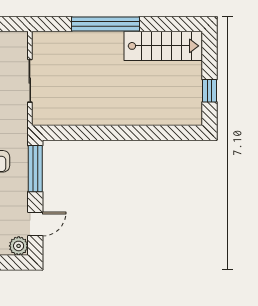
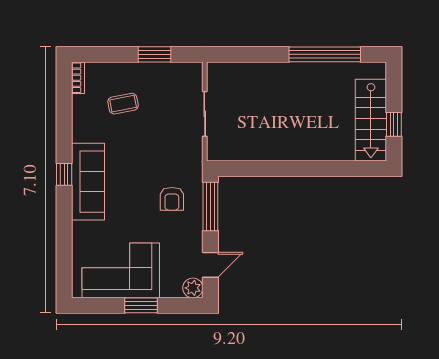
window: (106, 24) -> (325, 54), moved
stairs: (163, 46) -> (371, 120), moved, turned 90

